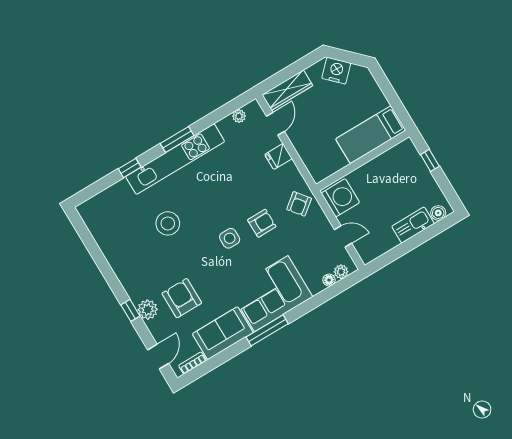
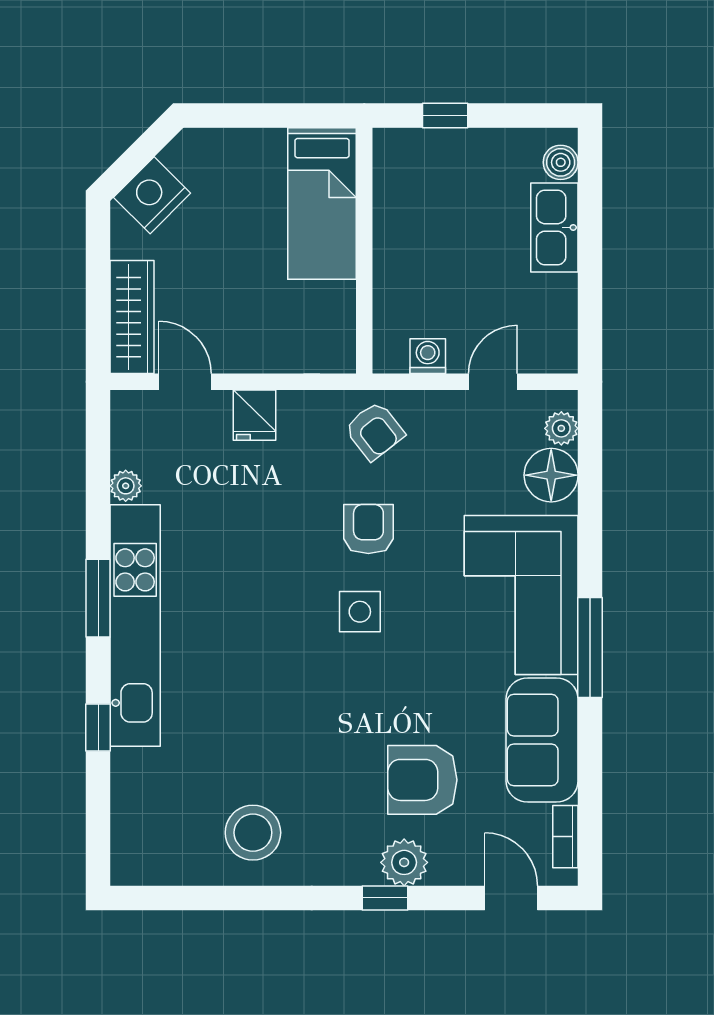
plant: (239, 116) -> (126, 486), moved
washing machine: (340, 198) -> (428, 356), width x0.53, depth x0.53
stool: (168, 223) -> (253, 833), moved
floor lamp: (329, 280) -> (551, 475), width x1.89, depth x1.89

